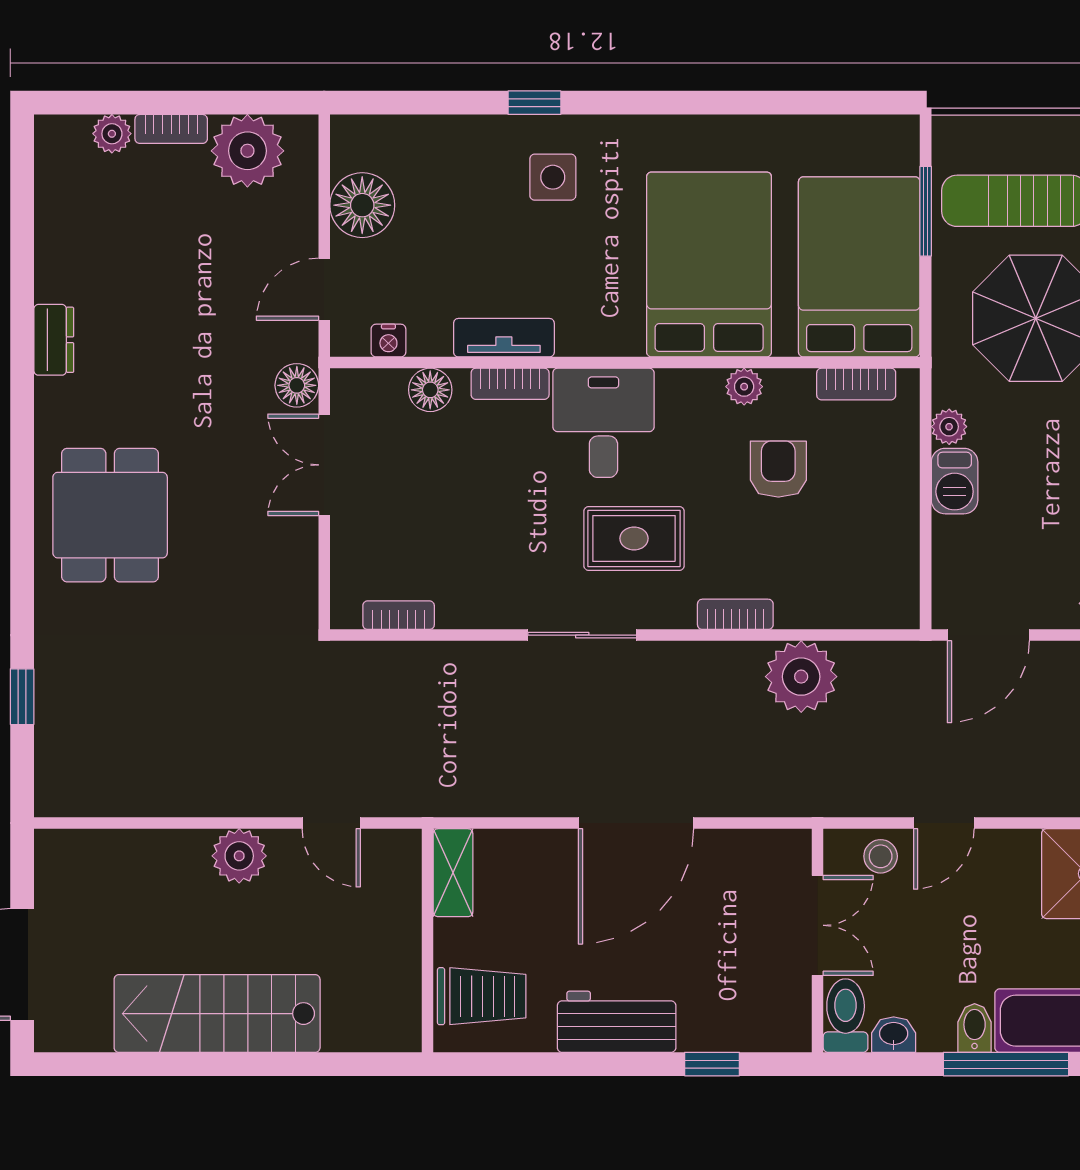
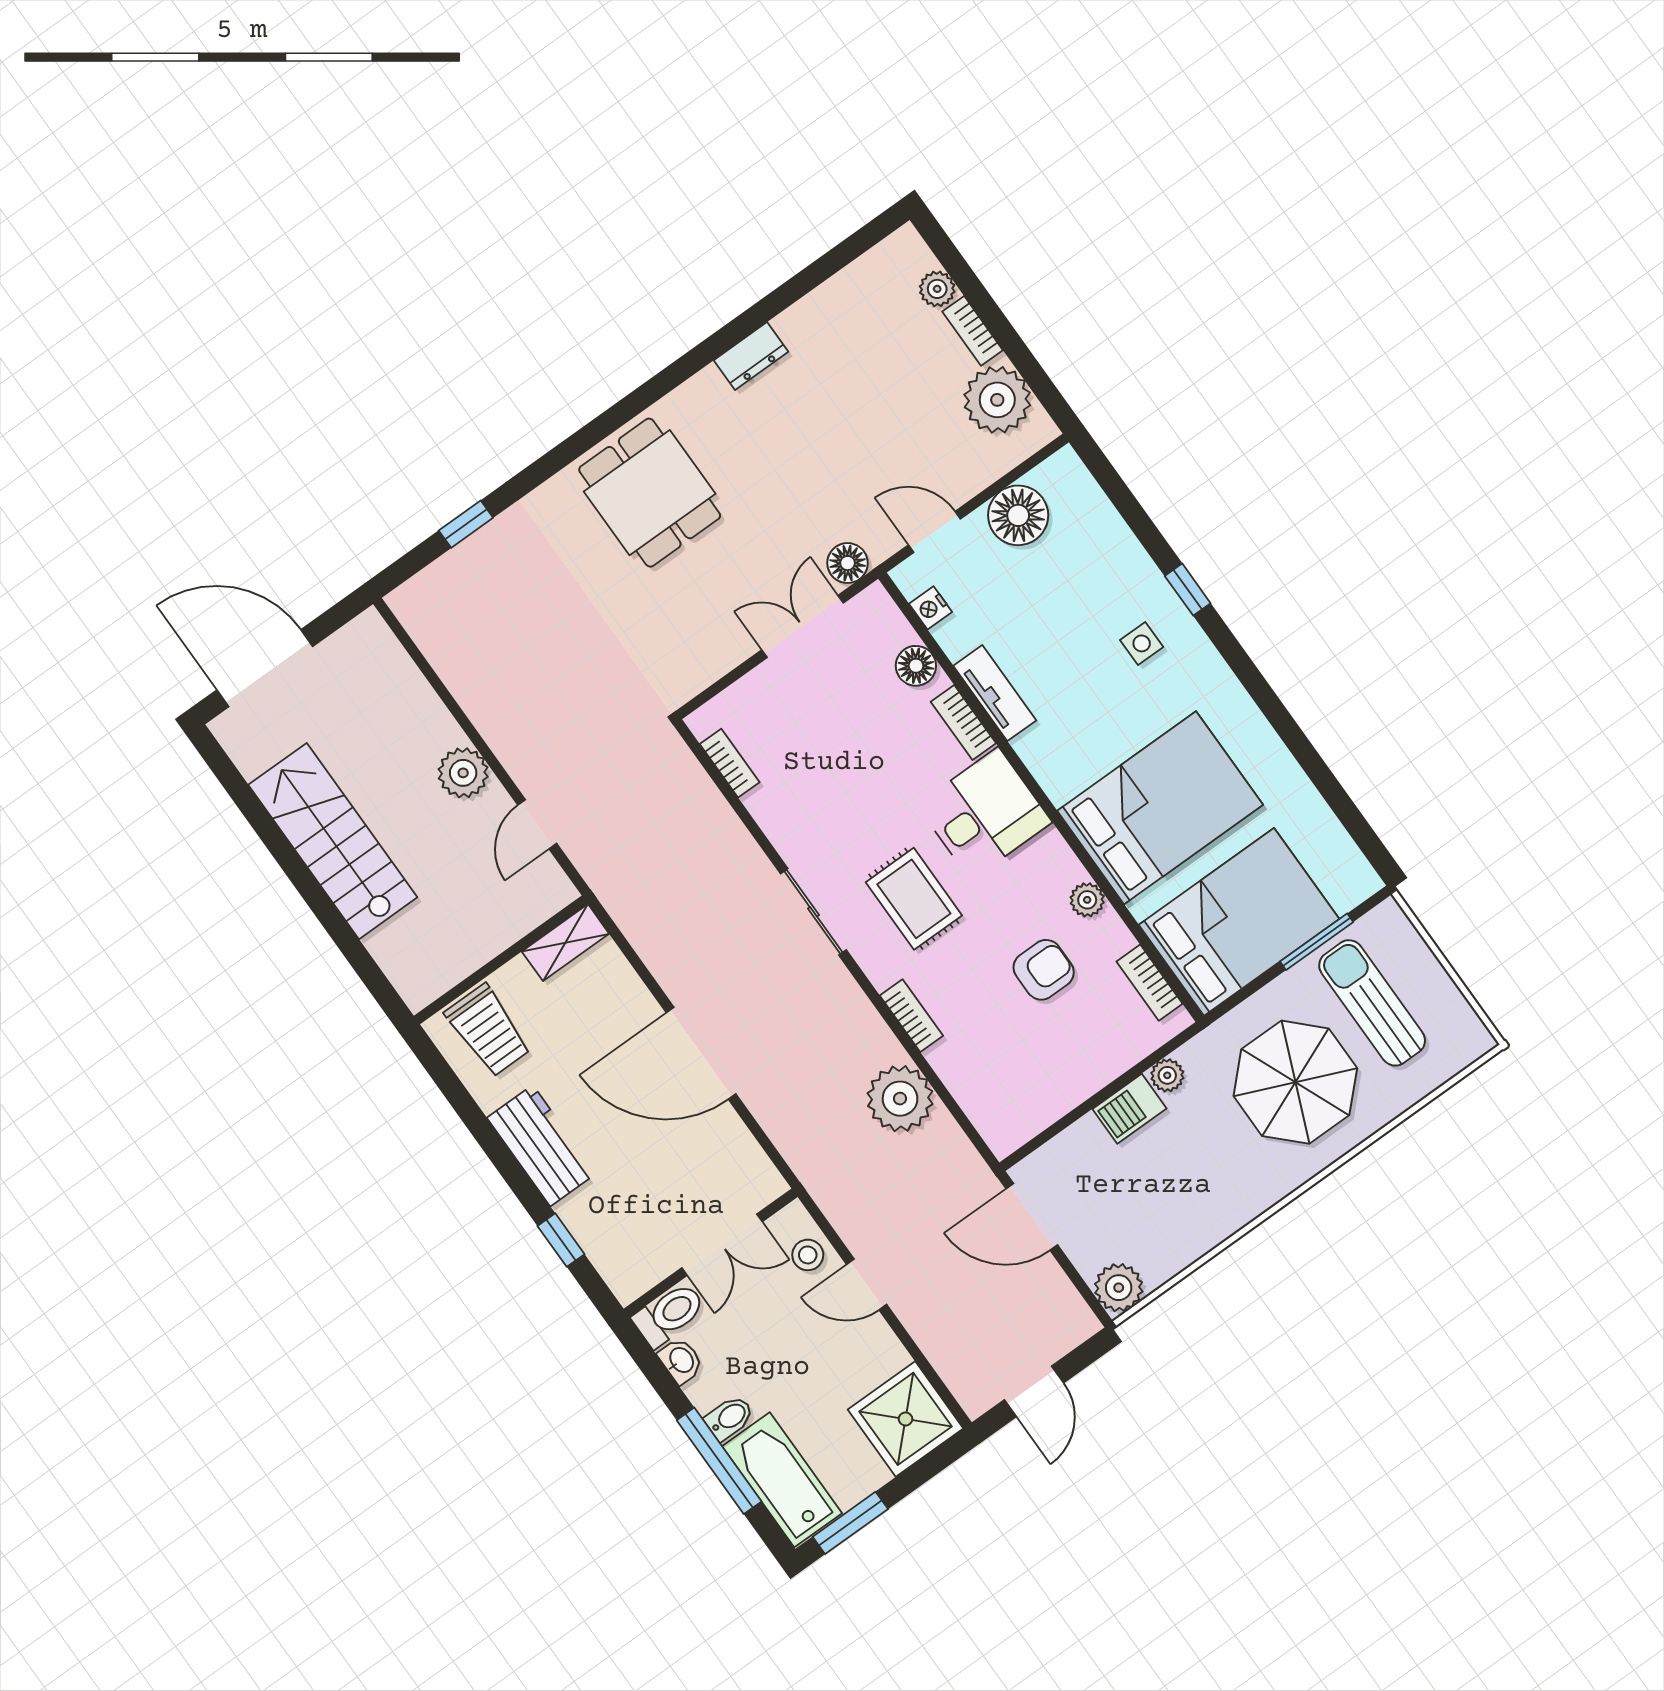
side table: (553, 177) -> (1142, 643), width x0.73, depth x0.73
dining table: (110, 515) -> (650, 493), turned 90

